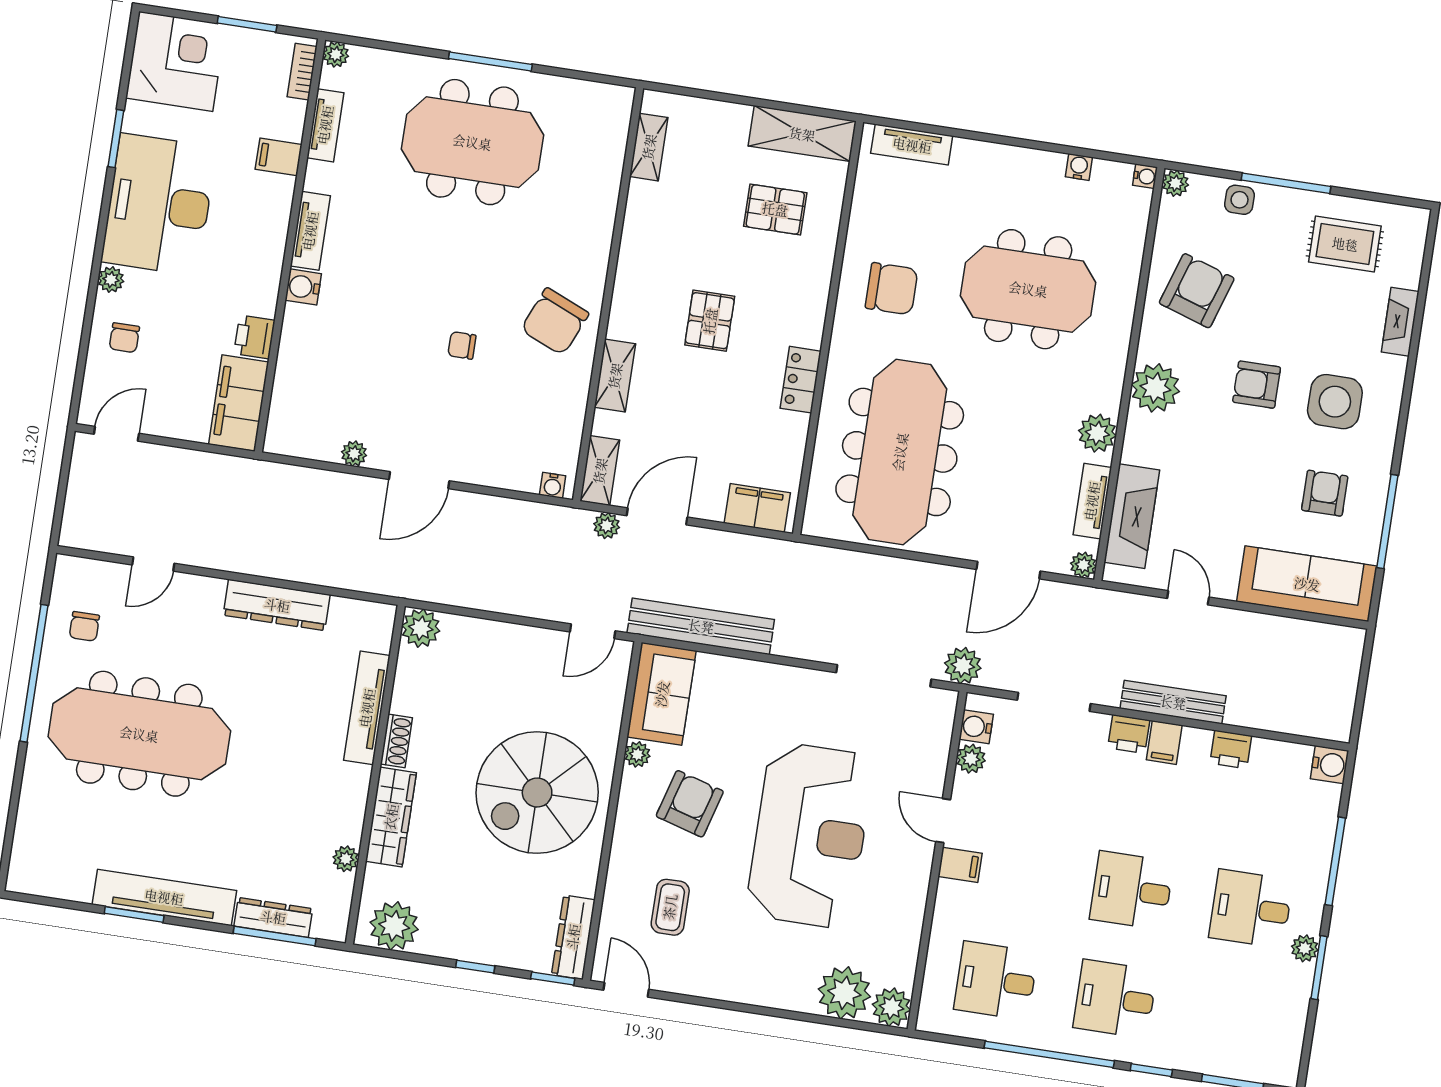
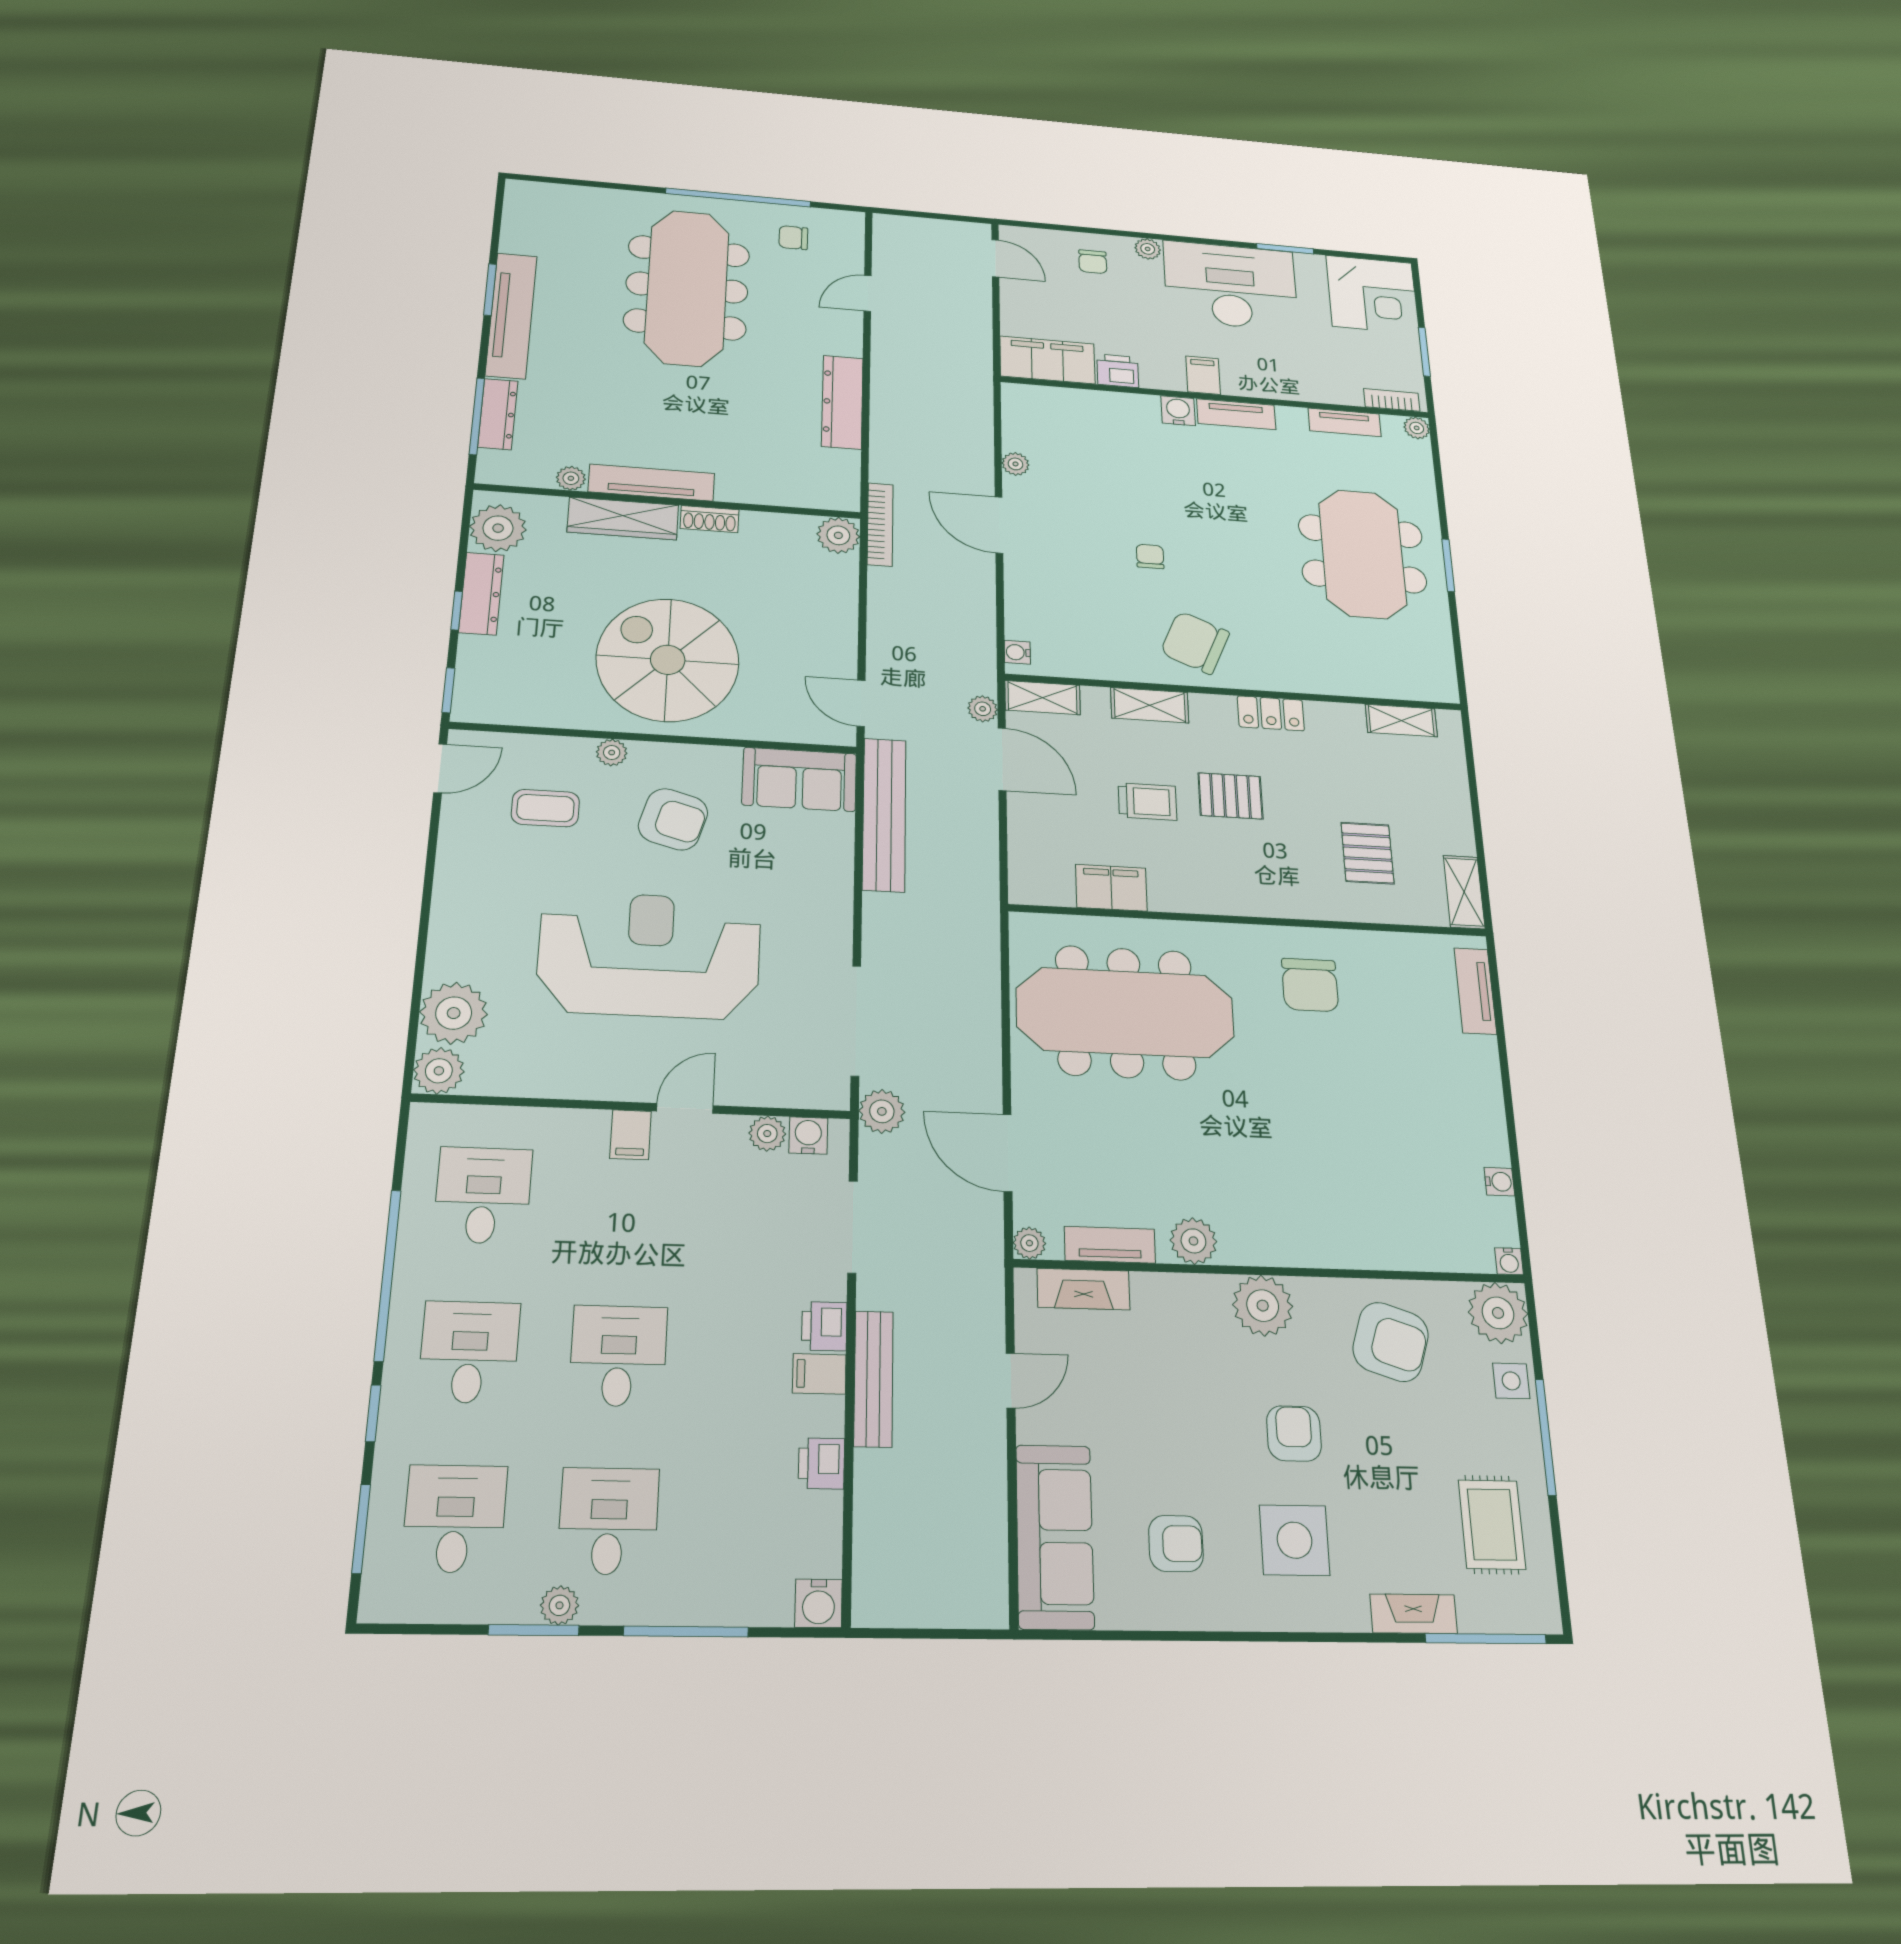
window: (490, 61) -> (1448, 565), width x0.69
shelving: (802, 134) -> (1464, 892), width x0.67, depth x0.75
filing cabinet: (279, 157) -> (1203, 375), moved
plant: (1175, 183) -> (1498, 1313), width x1.87, depth x1.87
meeting table: (1028, 289) -> (1345, 1139), removed
chair: (124, 338) -> (1093, 262), turned -90
locker: (801, 380) -> (1271, 713), moved, turned 180
trolley: (709, 396) -> (1148, 802), added
filing cabinet: (757, 508) -> (1111, 888), moved, turned -90
fireplace: (1132, 516) -> (1083, 1289), width x0.73, depth x0.76
window: (1387, 521) -> (1486, 1639), moved
door: (153, 564) -> (868, 293), hinge flipped
bookcase: (412, 589) -> (880, 524), added
tv unit: (367, 708) -> (651, 483), moved
plant: (637, 754) -> (612, 753), moved
reception desk: (810, 835) -> (649, 955), turned 180
dresser: (573, 937) -> (481, 594), moved, turned 90
desk: (1234, 1017) -> (455, 1519), added

